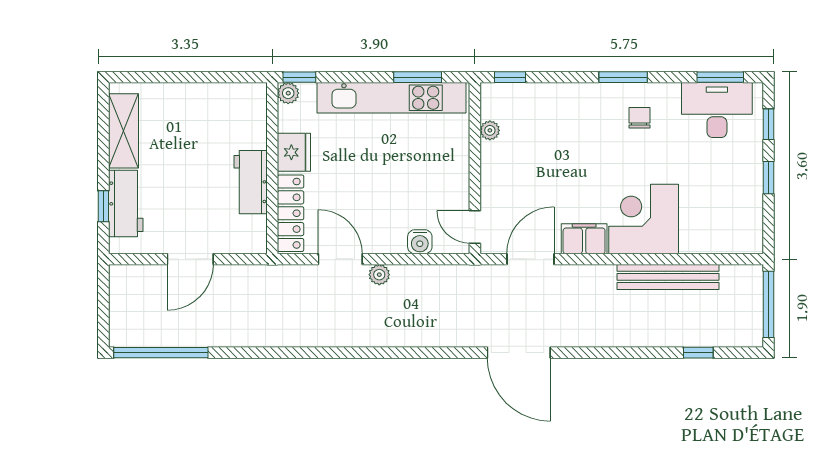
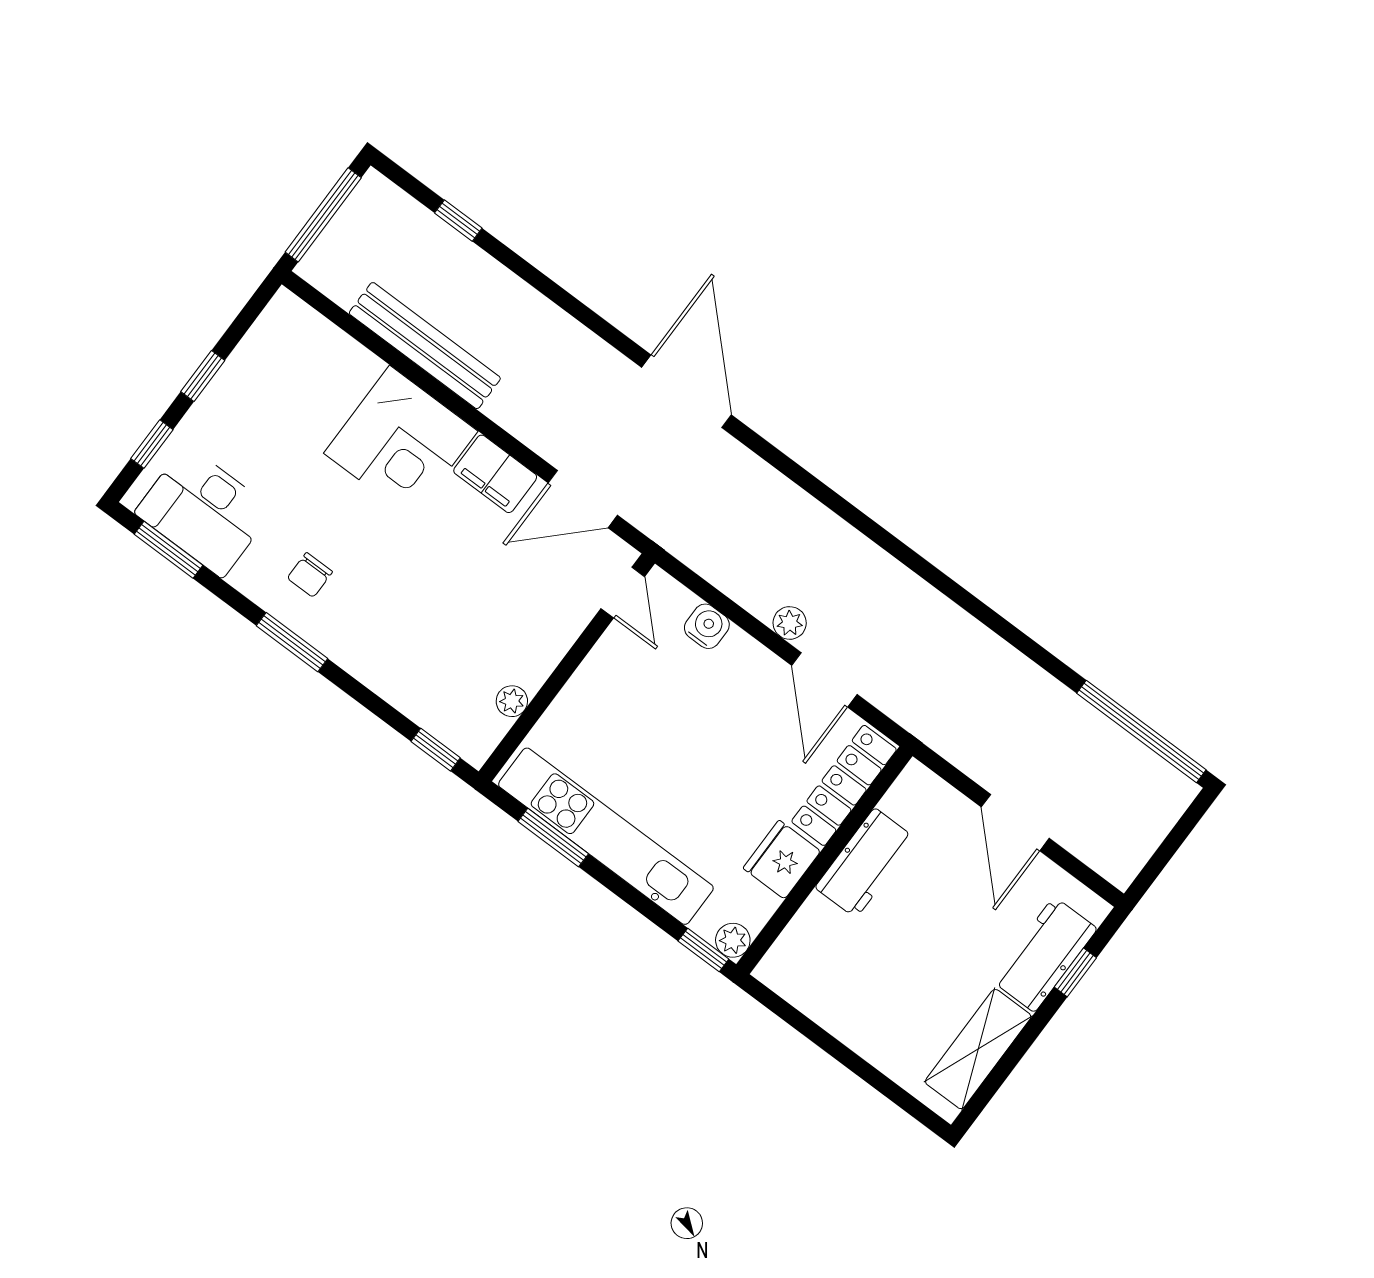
door: (190, 259) -> (1015, 823), swing flipped

